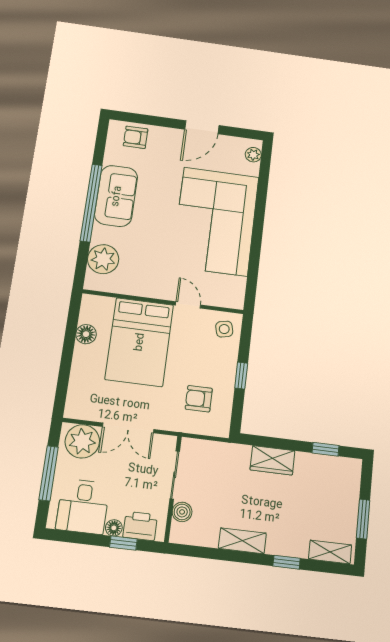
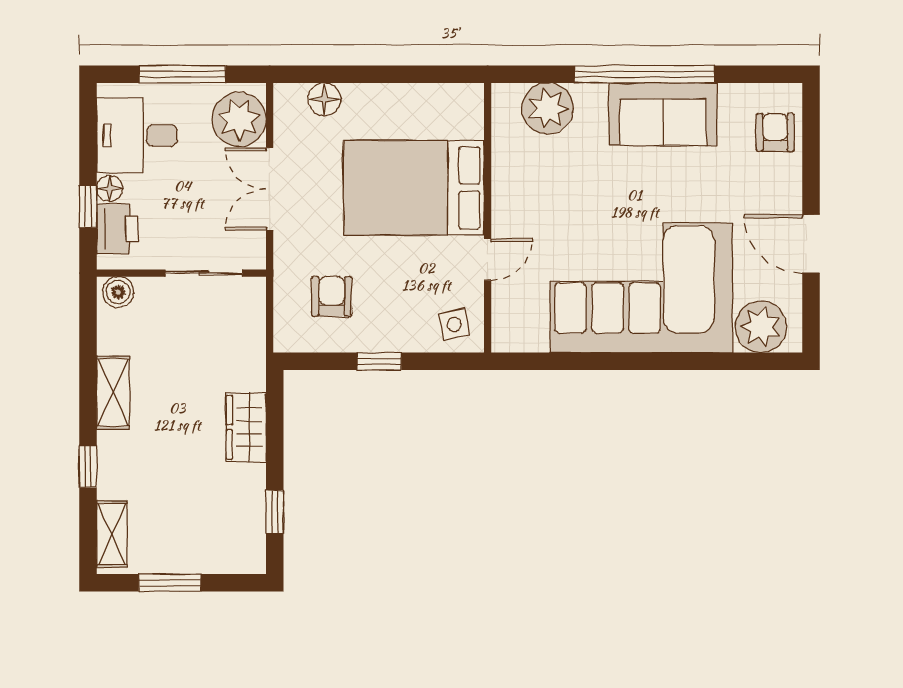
plant: (253, 155) -> (761, 327), width x1.87, depth x1.87
floor lamp: (86, 334) -> (324, 99), moved
boiler: (182, 512) -> (118, 292), moved

